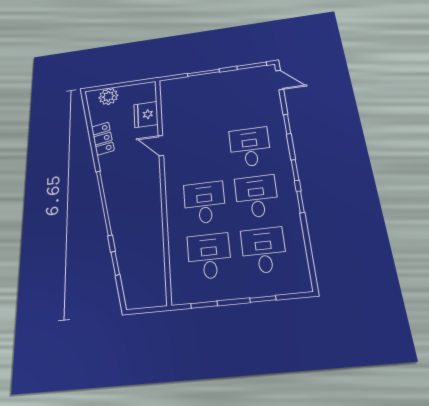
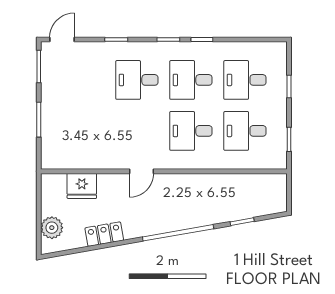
door: (161, 146) -> (141, 171), moved

